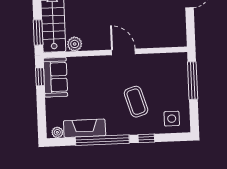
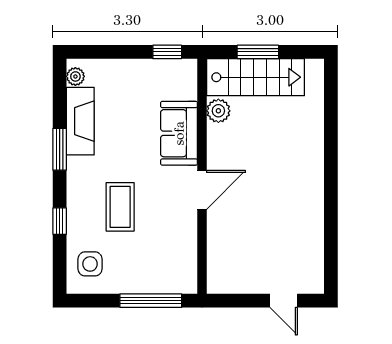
window: (38, 32) -> (258, 52), moved
sofa: (55, 77) -> (179, 133), moved, turned 90
coffee table: (136, 102) -> (120, 207), turned -73
window: (102, 140) -> (60, 149), width x0.47

